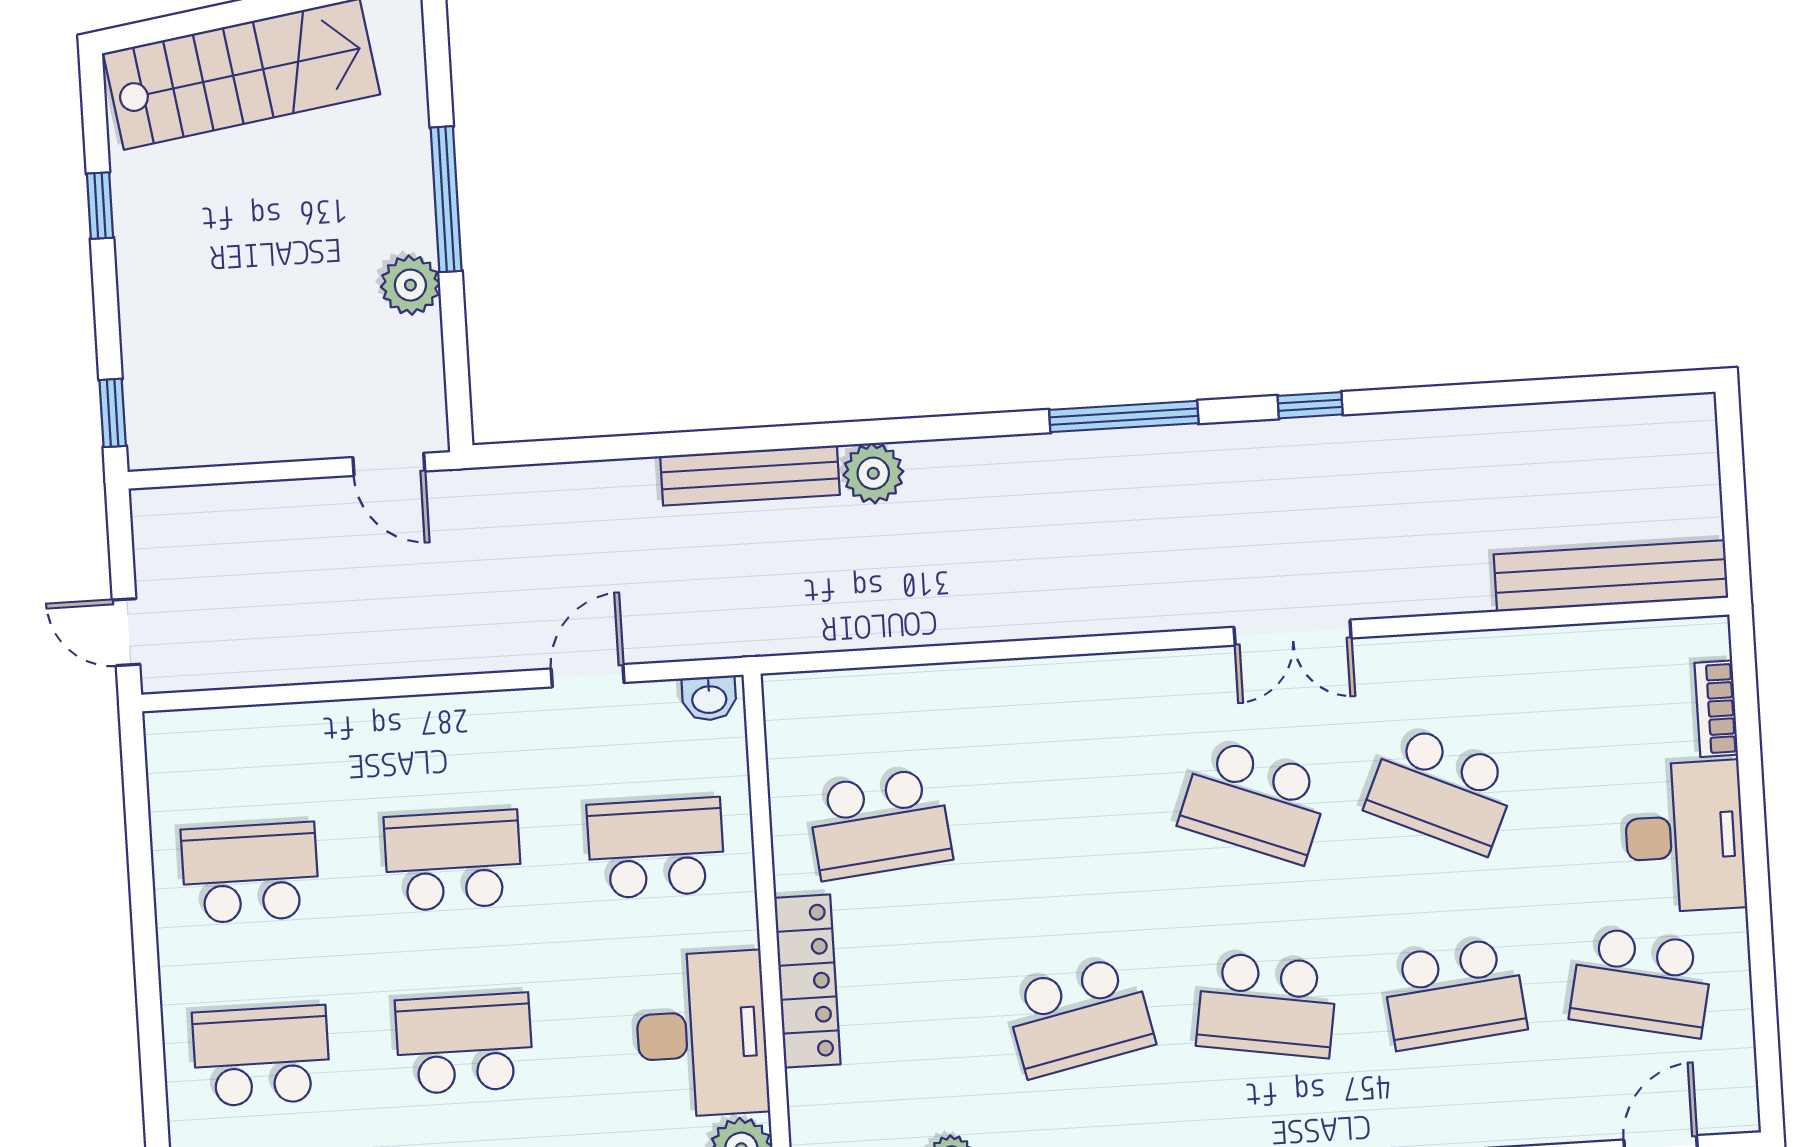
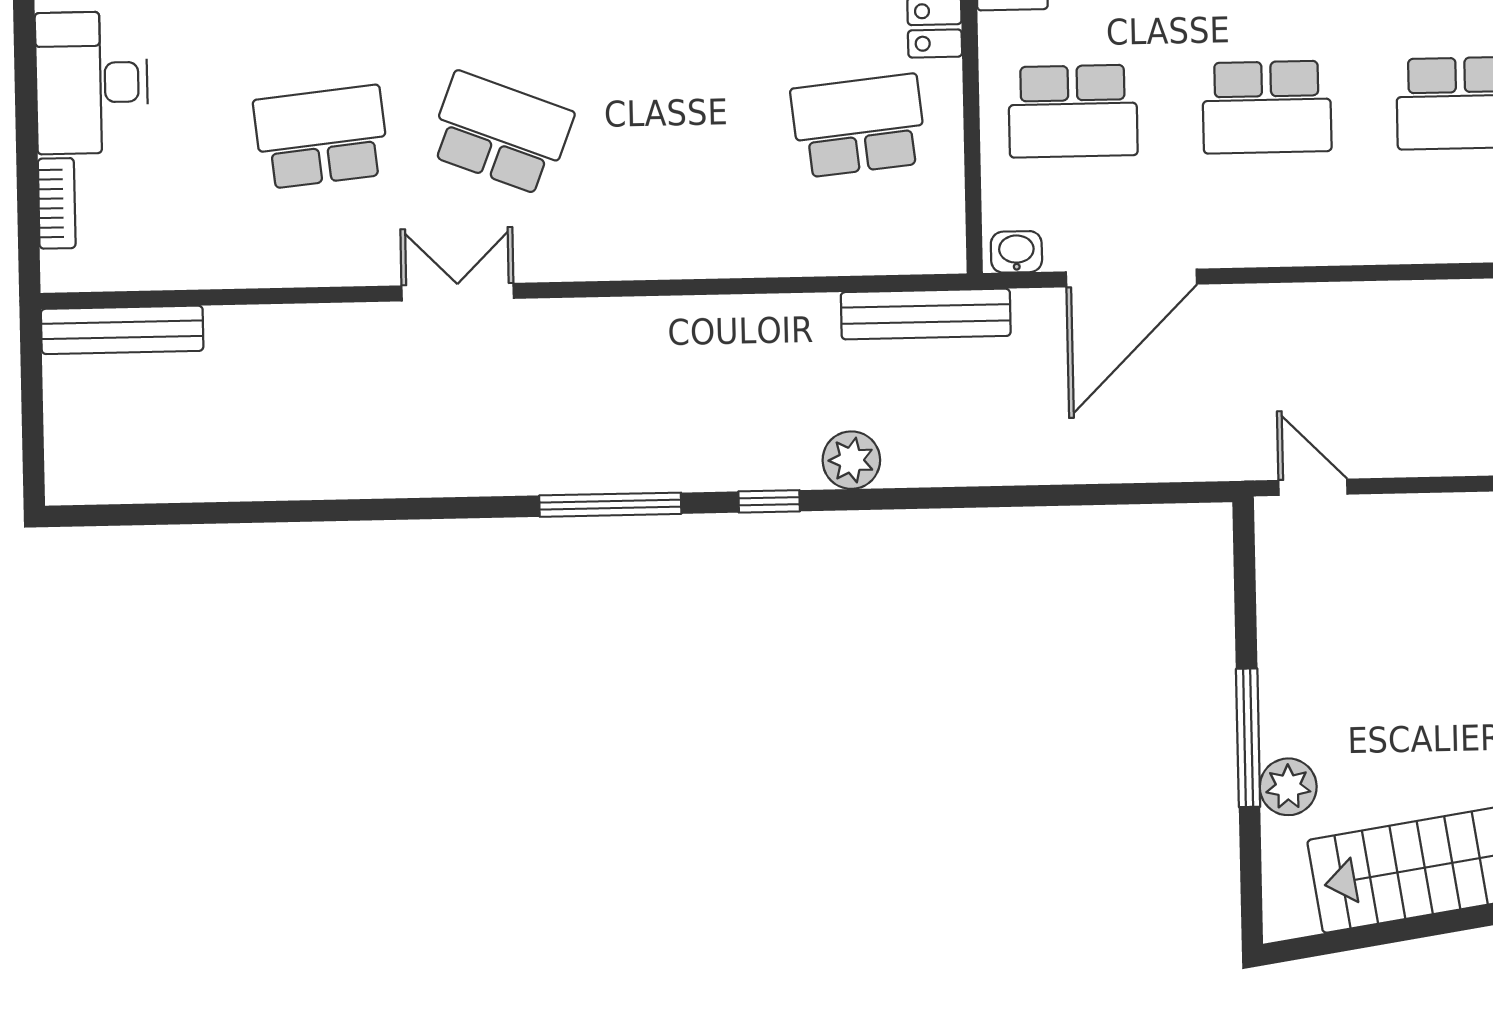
plant: (410, 285) -> (1288, 787), moved
window: (1310, 405) -> (769, 501), moved
bench: (750, 475) -> (926, 314), moved
bench: (1611, 576) -> (122, 330), width x0.73, depth x0.82
door: (588, 676) -> (1131, 278), width x1.88
school desk: (1442, 789) -> (321, 137), turned -30

